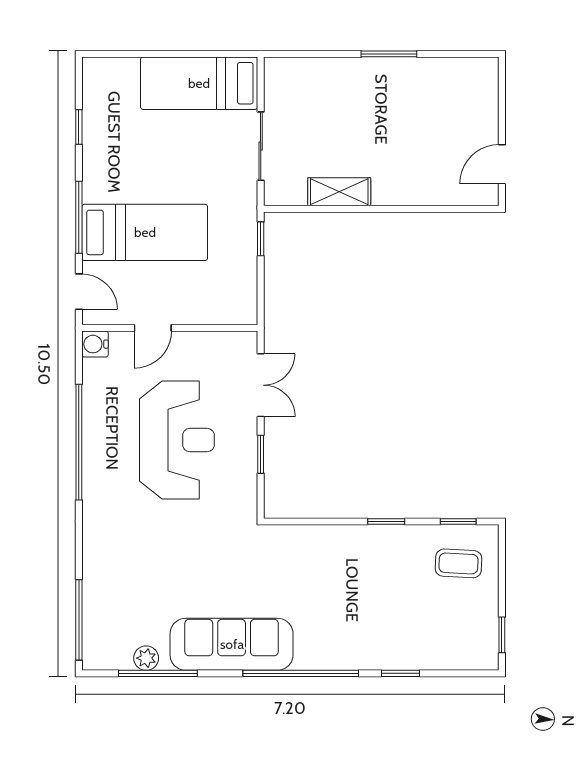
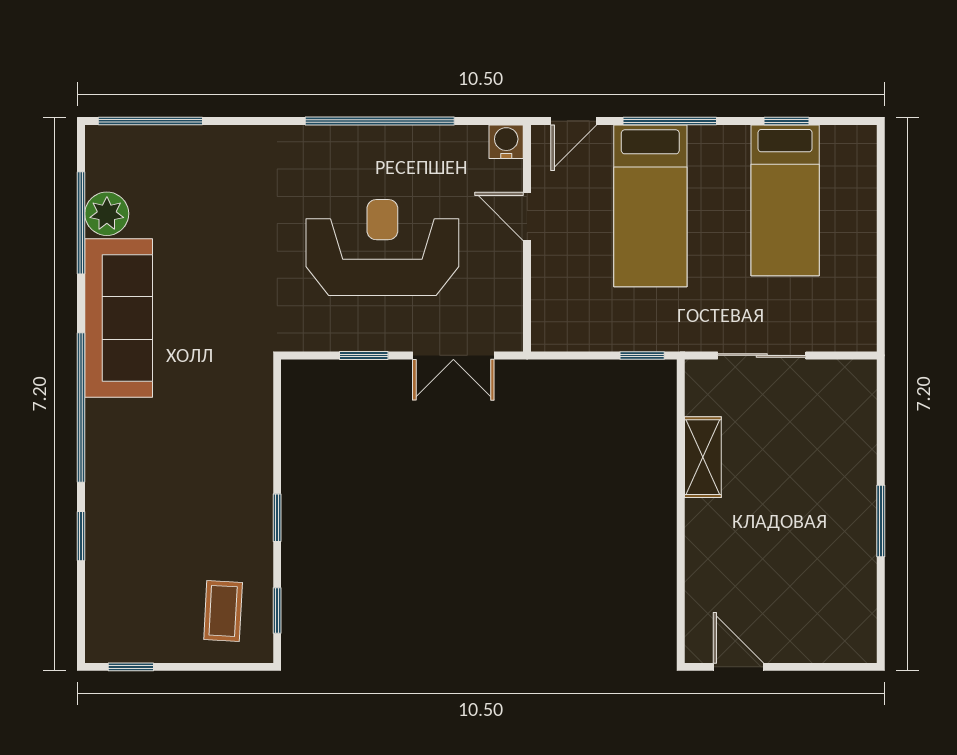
bed: (199, 83) -> (785, 200), moved, turned 180
reception desk: (177, 440) -> (382, 248), turned 180
plant: (146, 658) -> (107, 214), width x1.38, depth x1.38

